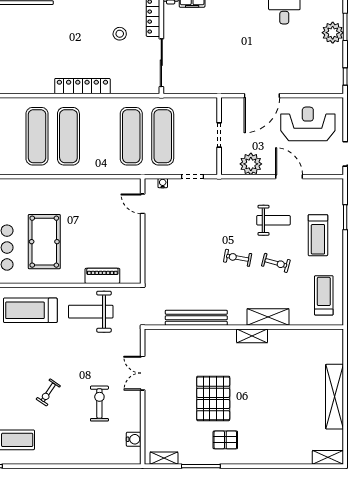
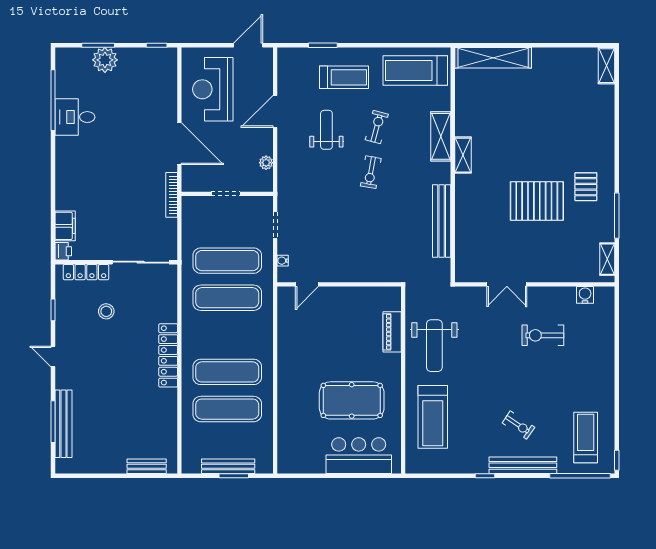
bookcase: (218, 89) -> (172, 195), added
plant: (251, 164) -> (266, 163), width x0.53, depth x0.53
treadmill: (324, 295) -> (415, 70), width x1.37, depth x1.38
exercise bike: (48, 392) -> (518, 425), moved
shelving: (335, 397) -> (493, 58), moved

